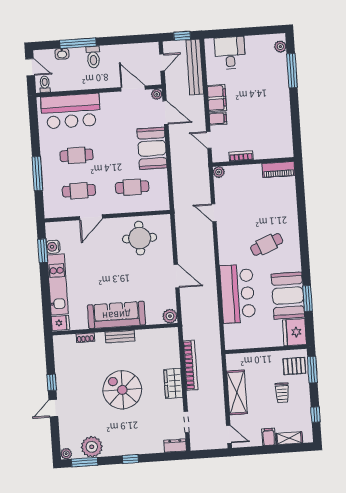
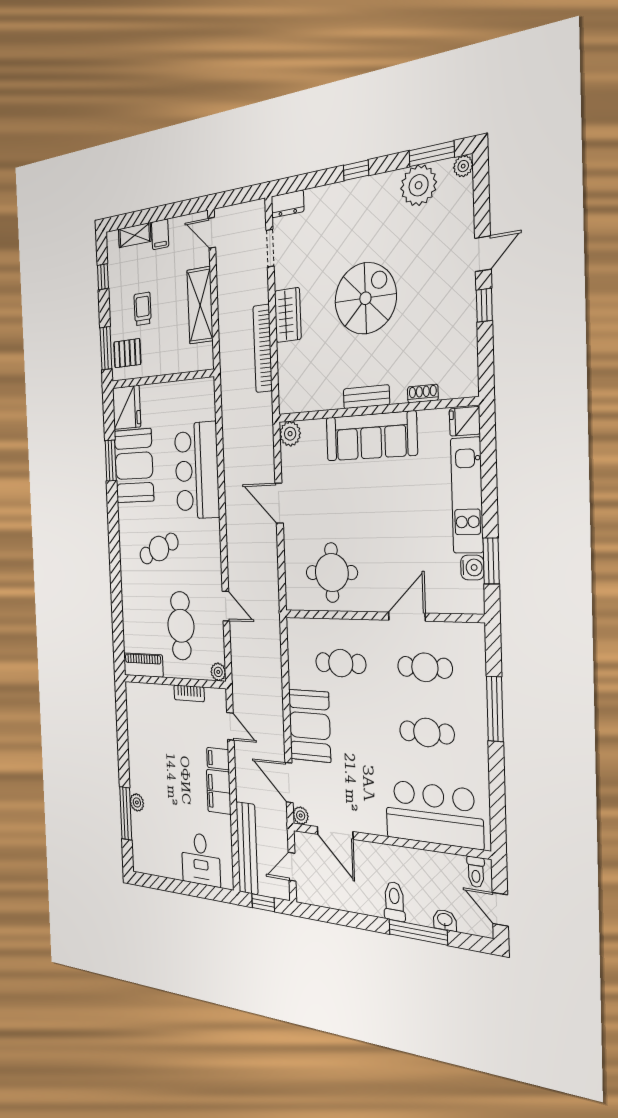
plant: (280, 47) -> (137, 802), moved
cafe table: (248, 198) -> (181, 626), added
spiral stairs: (122, 390) -> (365, 298), turned -90

